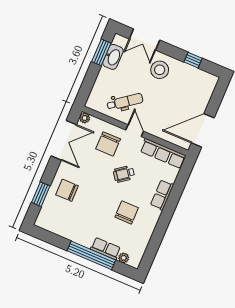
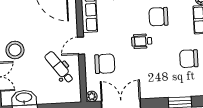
wheelchair: (124, 174) -> (142, 41), moved, turned 127
chair: (67, 190) -> (189, 59), moved, turned 90

